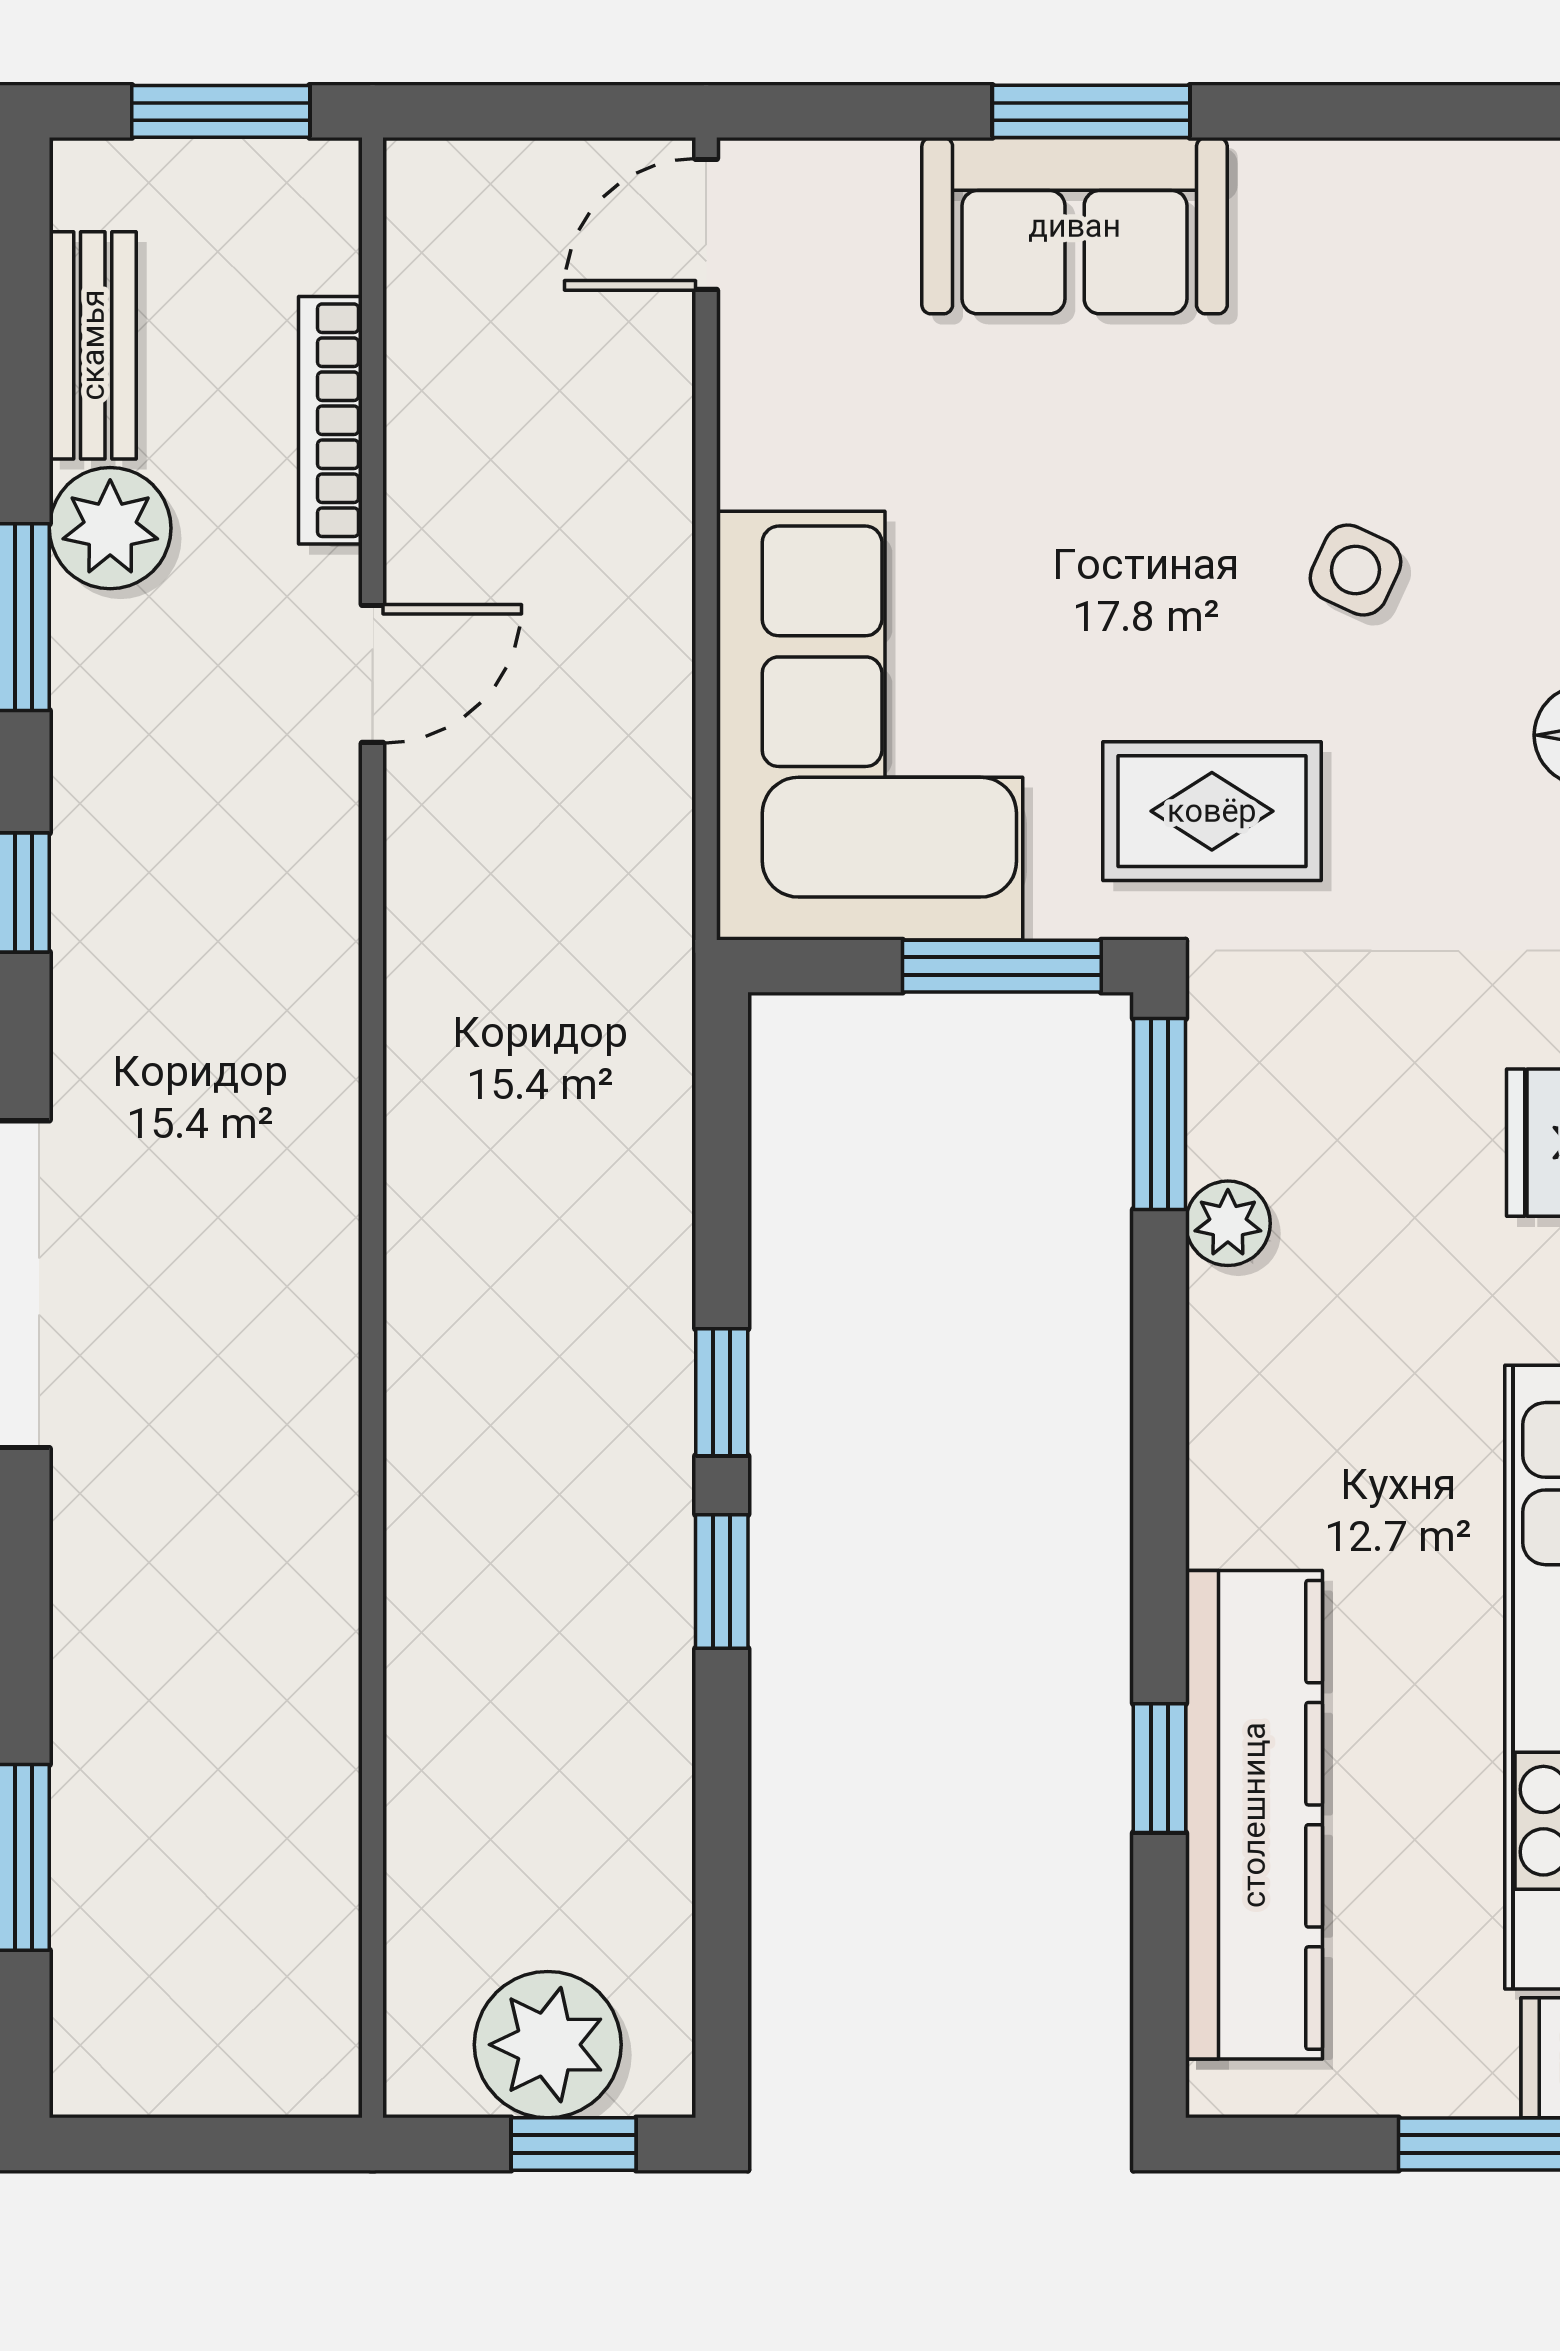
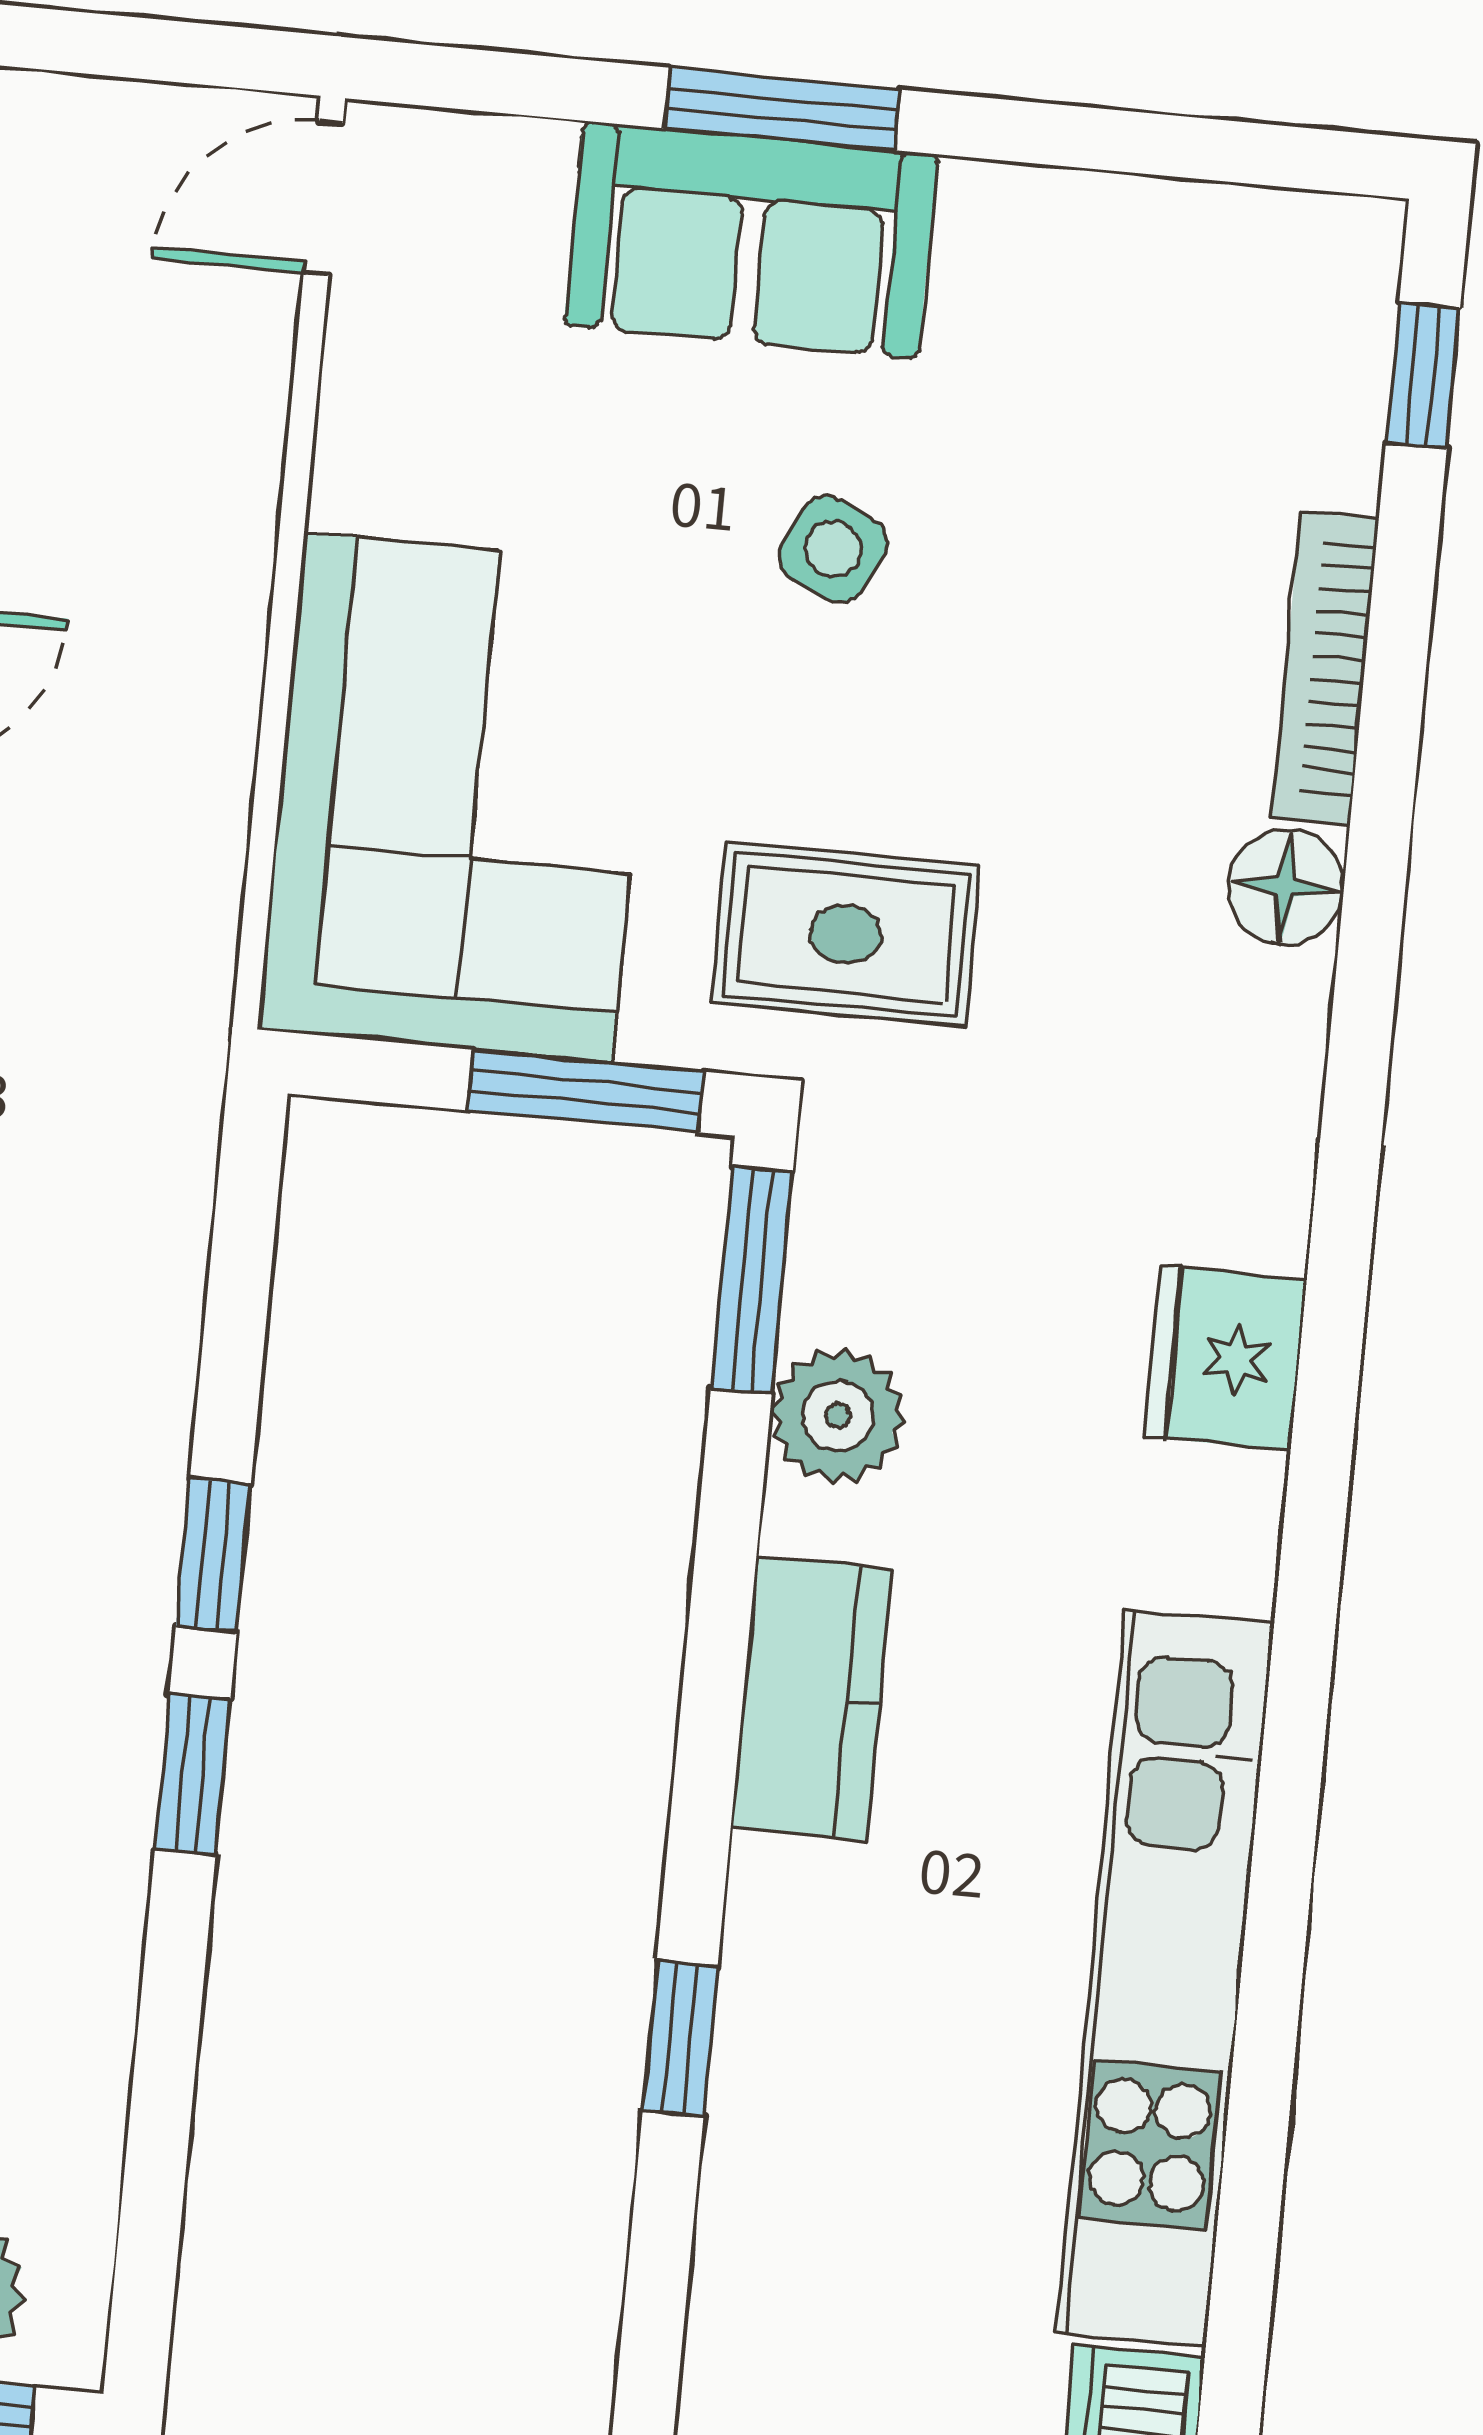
side table: (1356, 570) -> (833, 549), moved
plant: (1228, 1223) -> (838, 1416), width x1.38, depth x1.38
kitchen counter: (1254, 1815) -> (811, 1698), moved, width x0.48, depth x0.86

